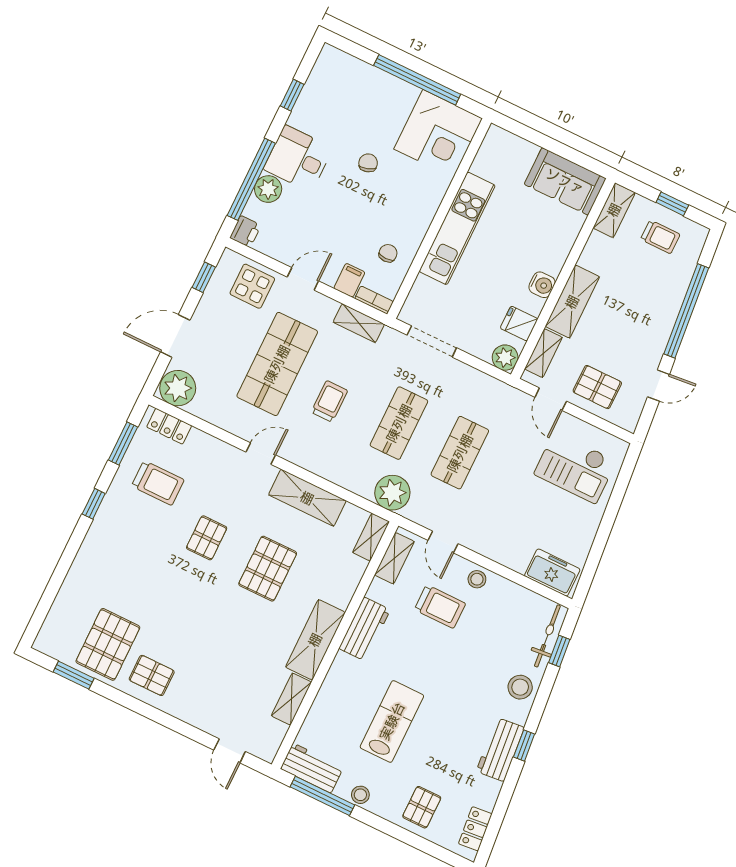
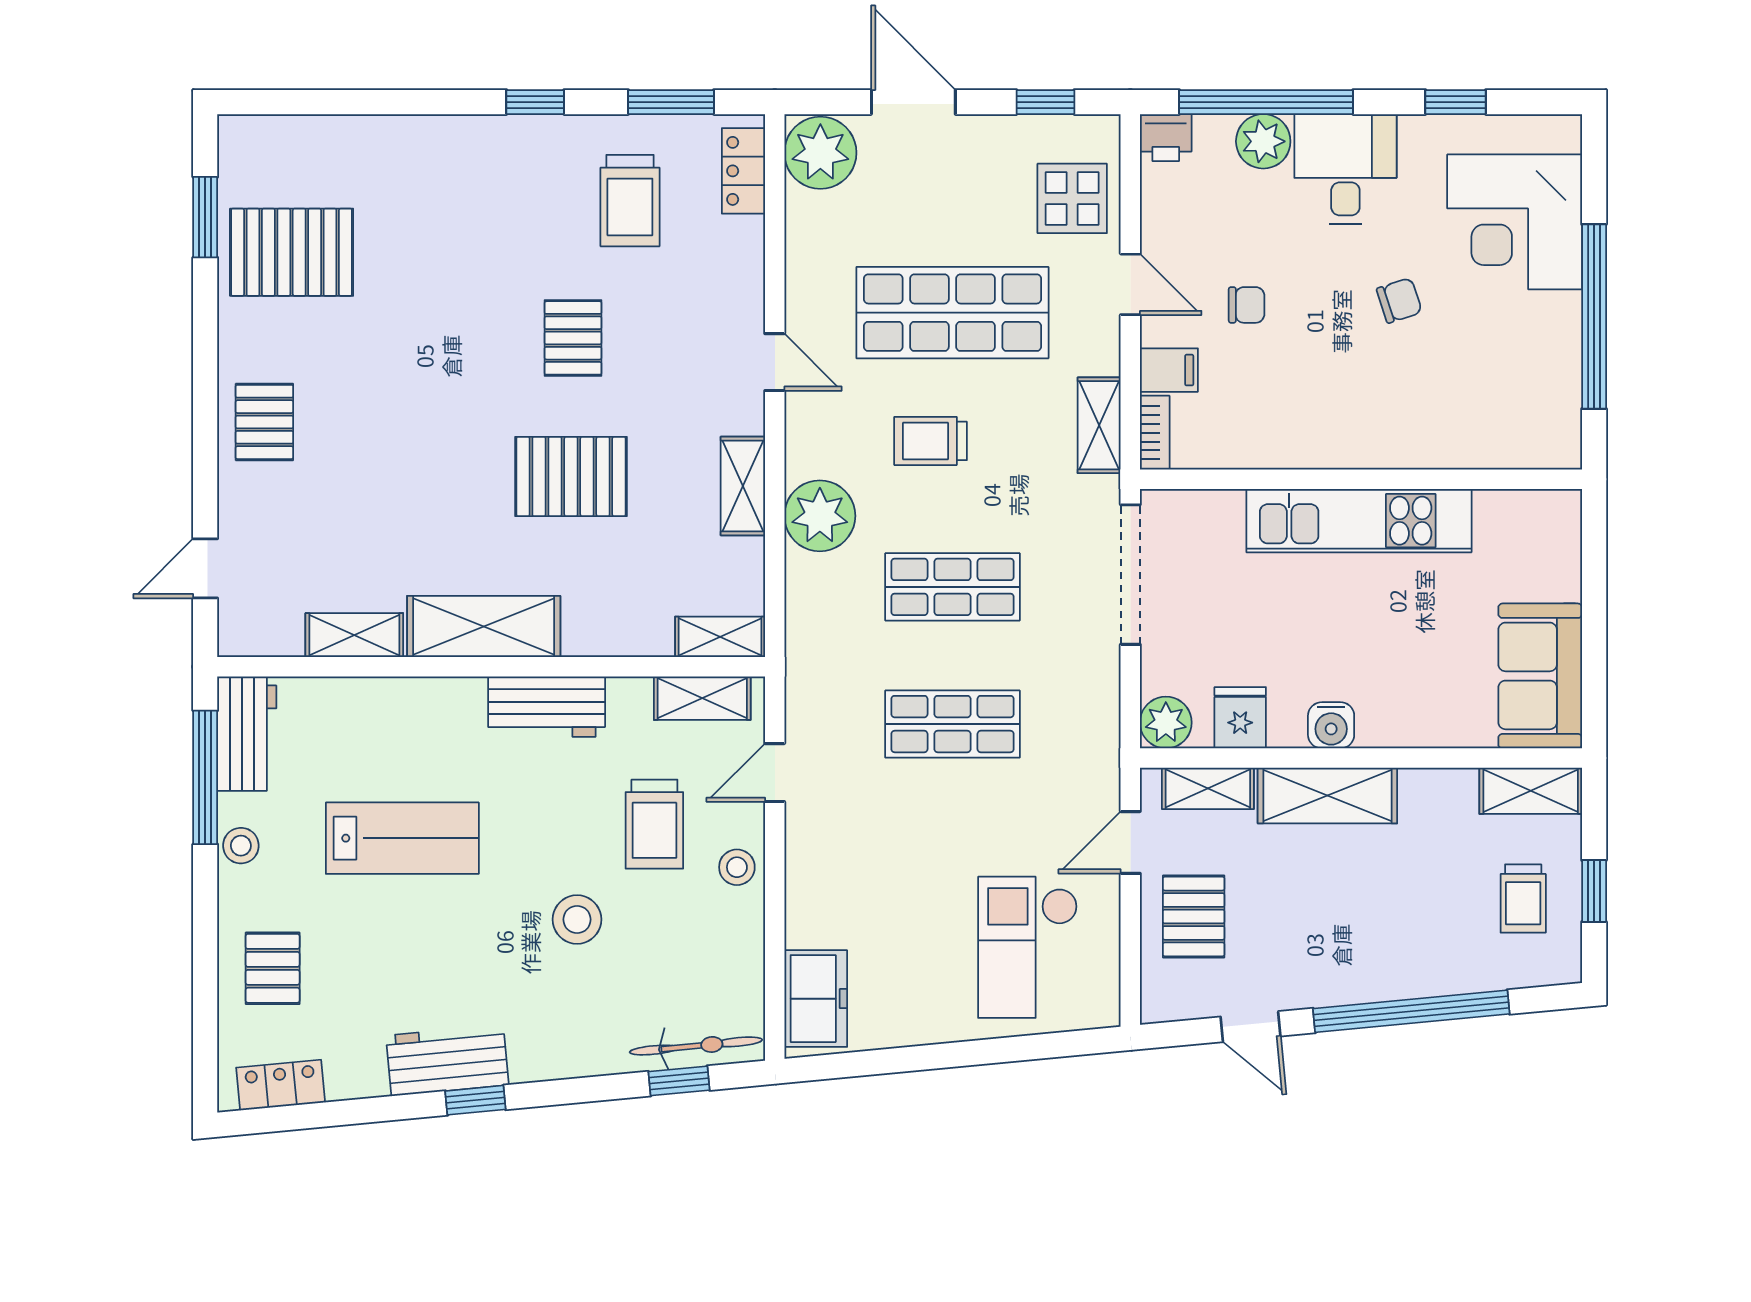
corner desk: (438, 134) -> (1515, 222), moved
chair: (388, 253) -> (1247, 305), moved
doorway: (432, 341) -> (1130, 574), width x1.36
trolley: (329, 401) -> (931, 441), turned 180
plant: (392, 493) -> (820, 516), moved
shelving: (307, 498) -> (743, 486), width x0.67, depth x0.75
pallet: (207, 538) -> (573, 338), turned 90
pallet: (152, 675) -> (264, 422), moved
stool: (520, 687) -> (577, 919), moved
pallet: (422, 807) -> (273, 968), turned 90

